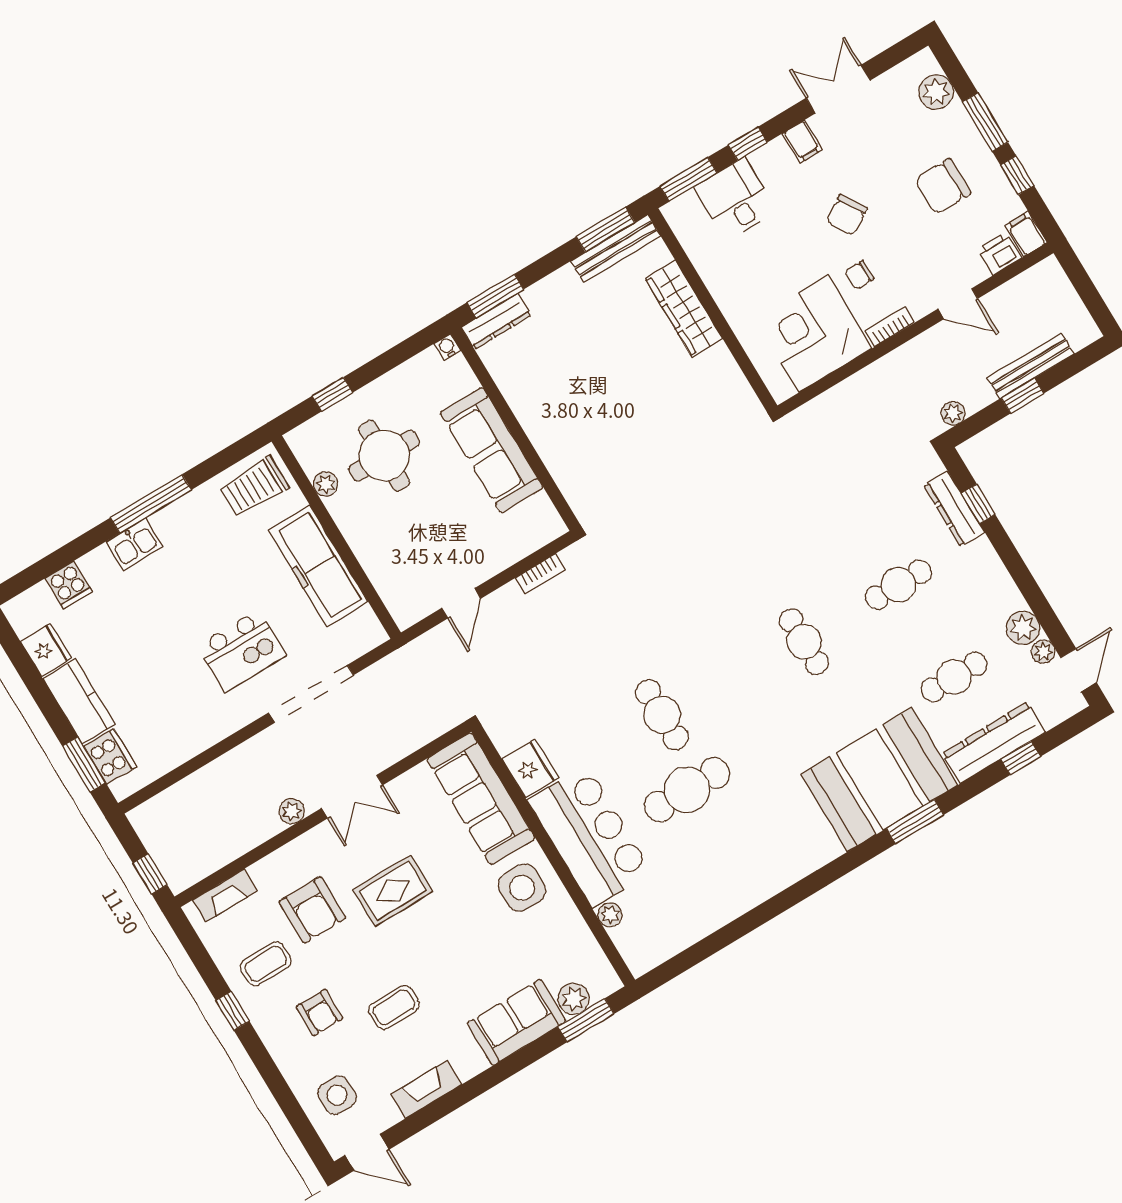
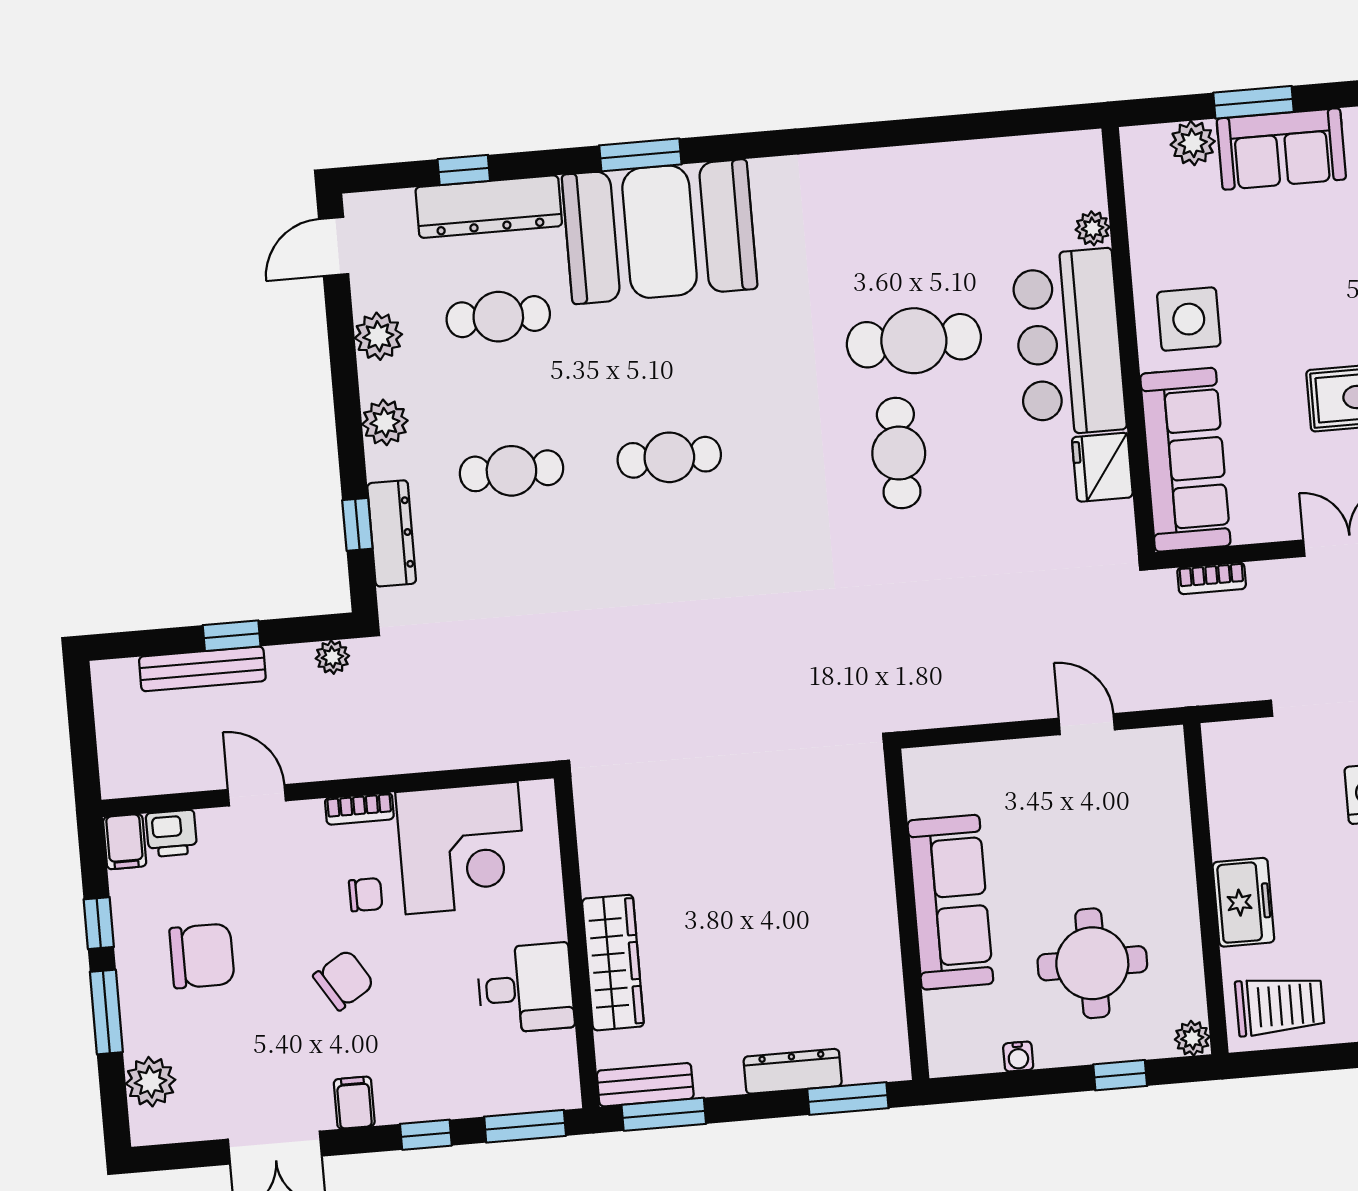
desk: (736, 199) -> (526, 988), moved, turned -90
bench: (616, 248) -> (645, 1085), width x0.73
dresser: (496, 321) -> (793, 1071), moved
water cooler: (447, 347) -> (1018, 1057), moved
plant: (326, 484) -> (1192, 1038), moved
freezer: (318, 566) -> (1243, 902), width x0.52, depth x0.79
bookcase: (540, 574) -> (1212, 578), moved, turned 180
door: (461, 603) -> (1087, 724), hinge flipped
cafe table: (804, 642) -> (669, 457), turned 90
plant: (1043, 652) -> (385, 422), moved, width x1.38, depth x1.38
window: (586, 1020) -> (1254, 102), moved

